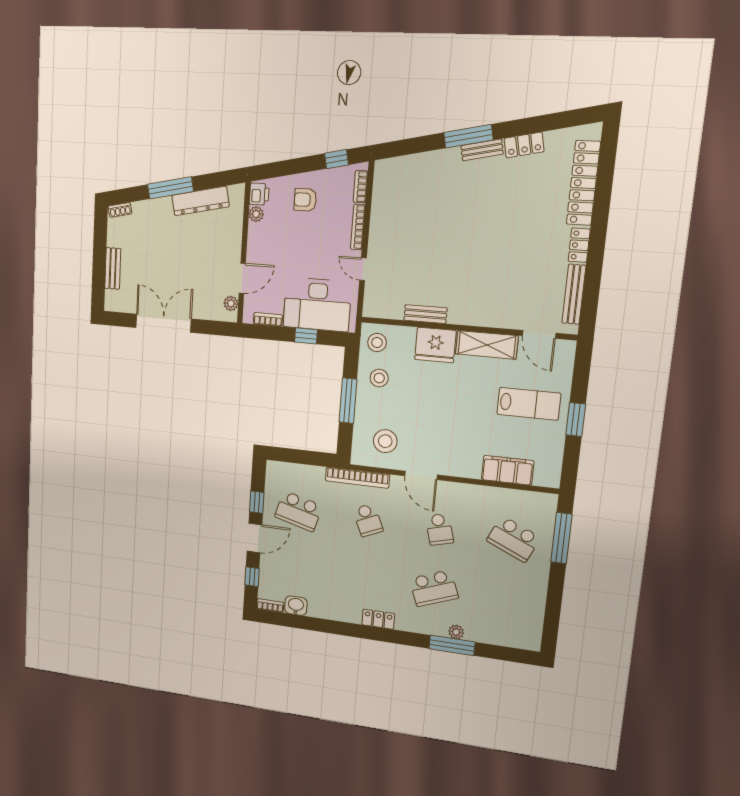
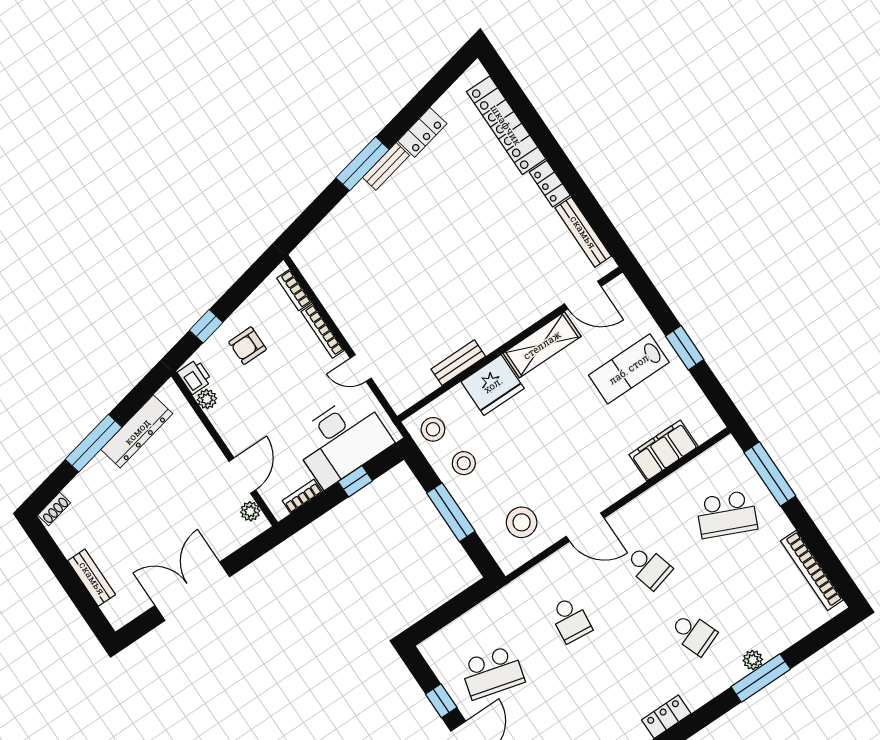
window: (336, 159) -> (206, 326), moved
lab bench: (529, 404) -> (629, 369), turned 180
bookcase: (357, 478) -> (812, 570), moved, turned 90
school desk: (368, 520) -> (570, 620), turned 30
school desk: (434, 588) -> (693, 634), width x0.54

